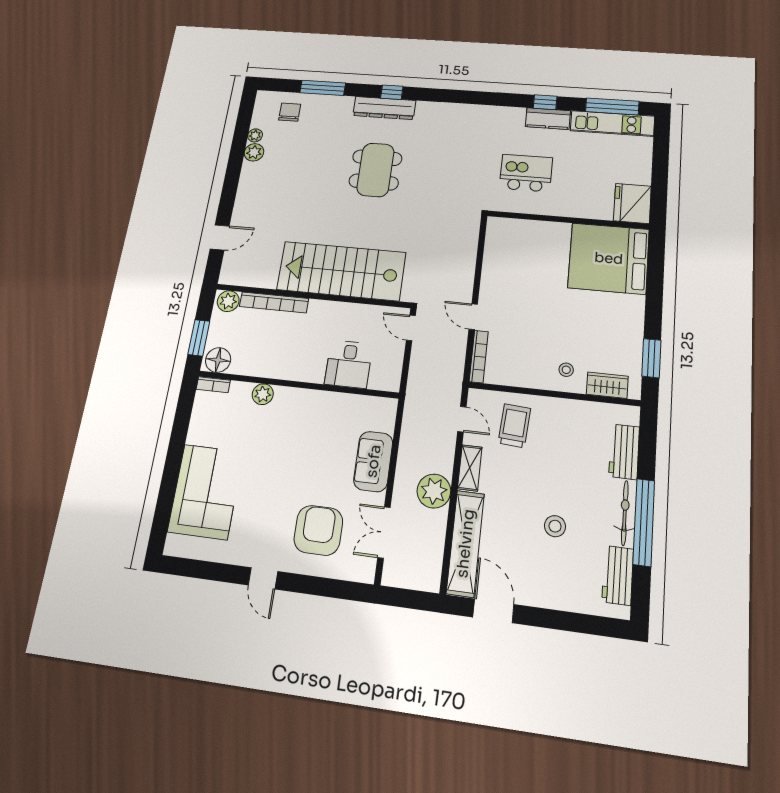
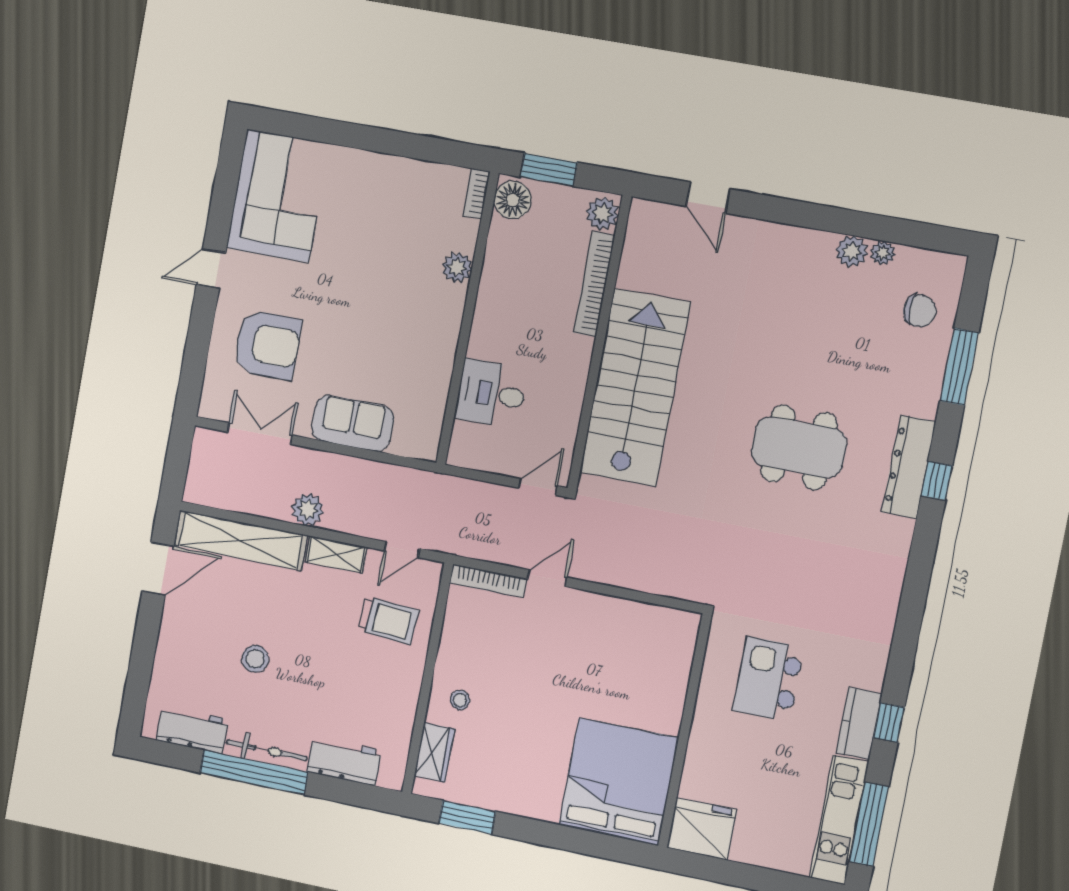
kitchen island: (526, 173) -> (768, 679), turned 180
plant: (434, 491) -> (308, 510), width x0.73, depth x0.73
corner sofa: (206, 492) -> (278, 196), moved, turned -90

